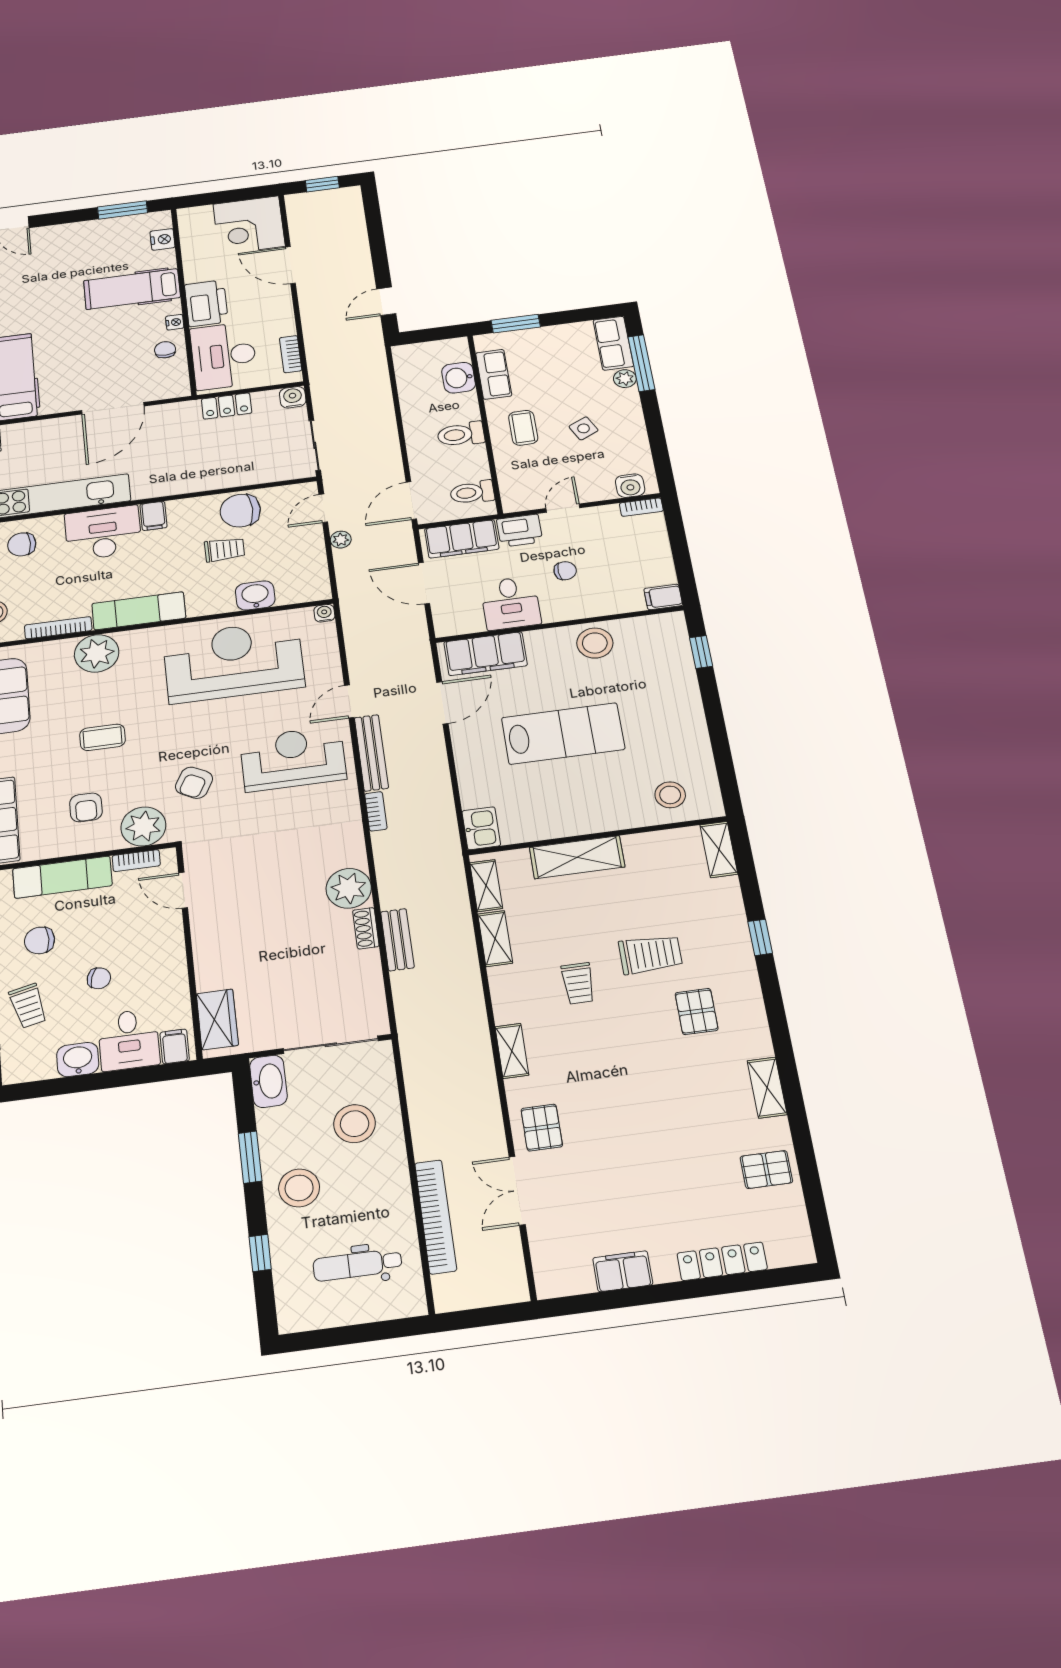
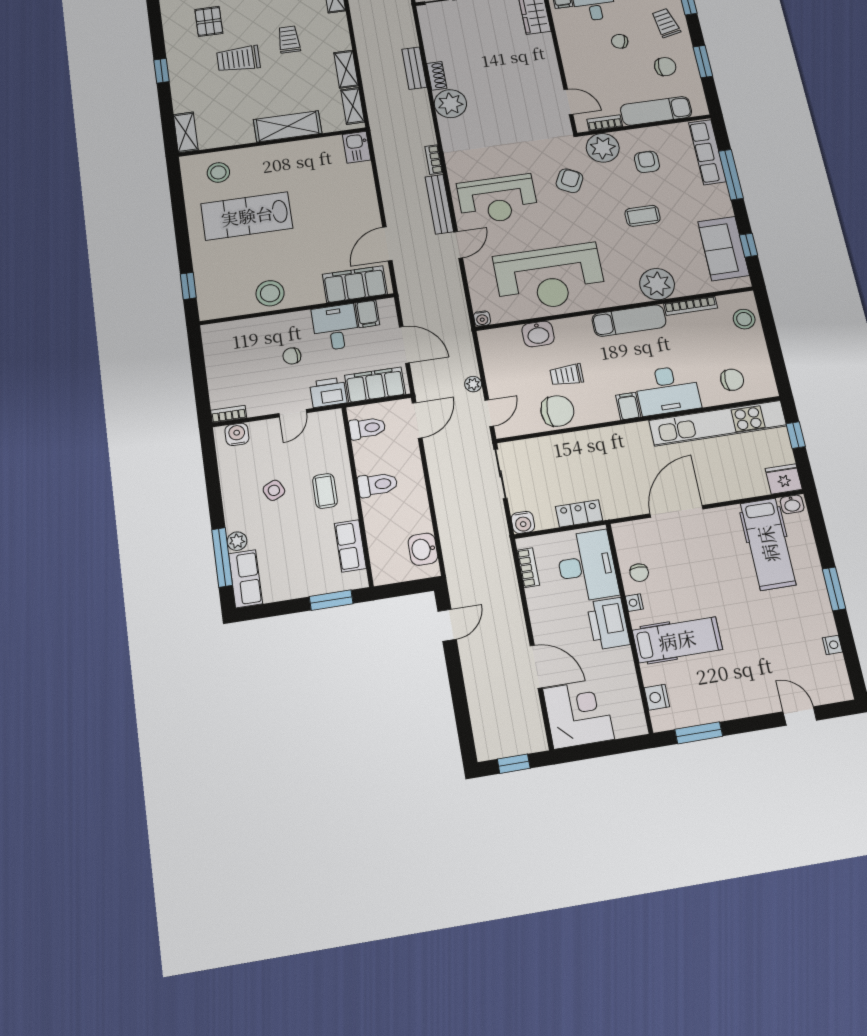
washbasin: (459, 378) -> (423, 549), moved, turned 180
filing cabinet: (663, 597) -> (367, 314), moved, turned 90
lab bench: (563, 734) -> (247, 216), moved

